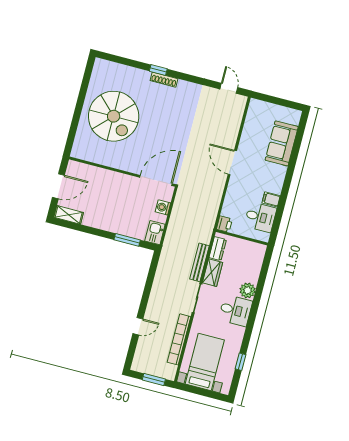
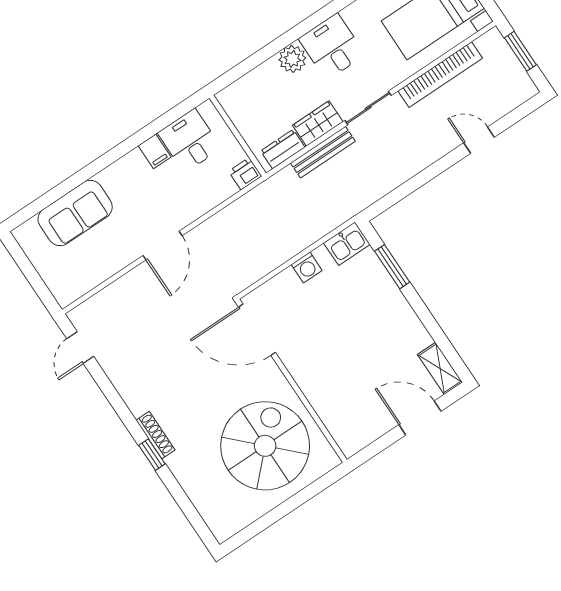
wall: (122, 172) -> (291, 381), moved
door: (156, 180) -> (257, 330), moved

